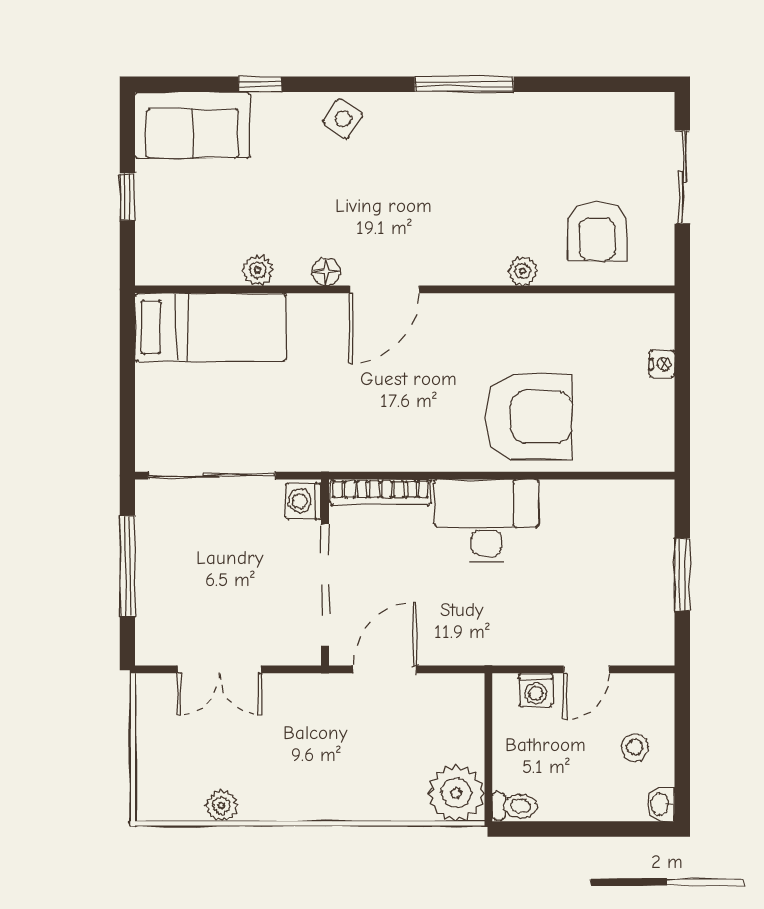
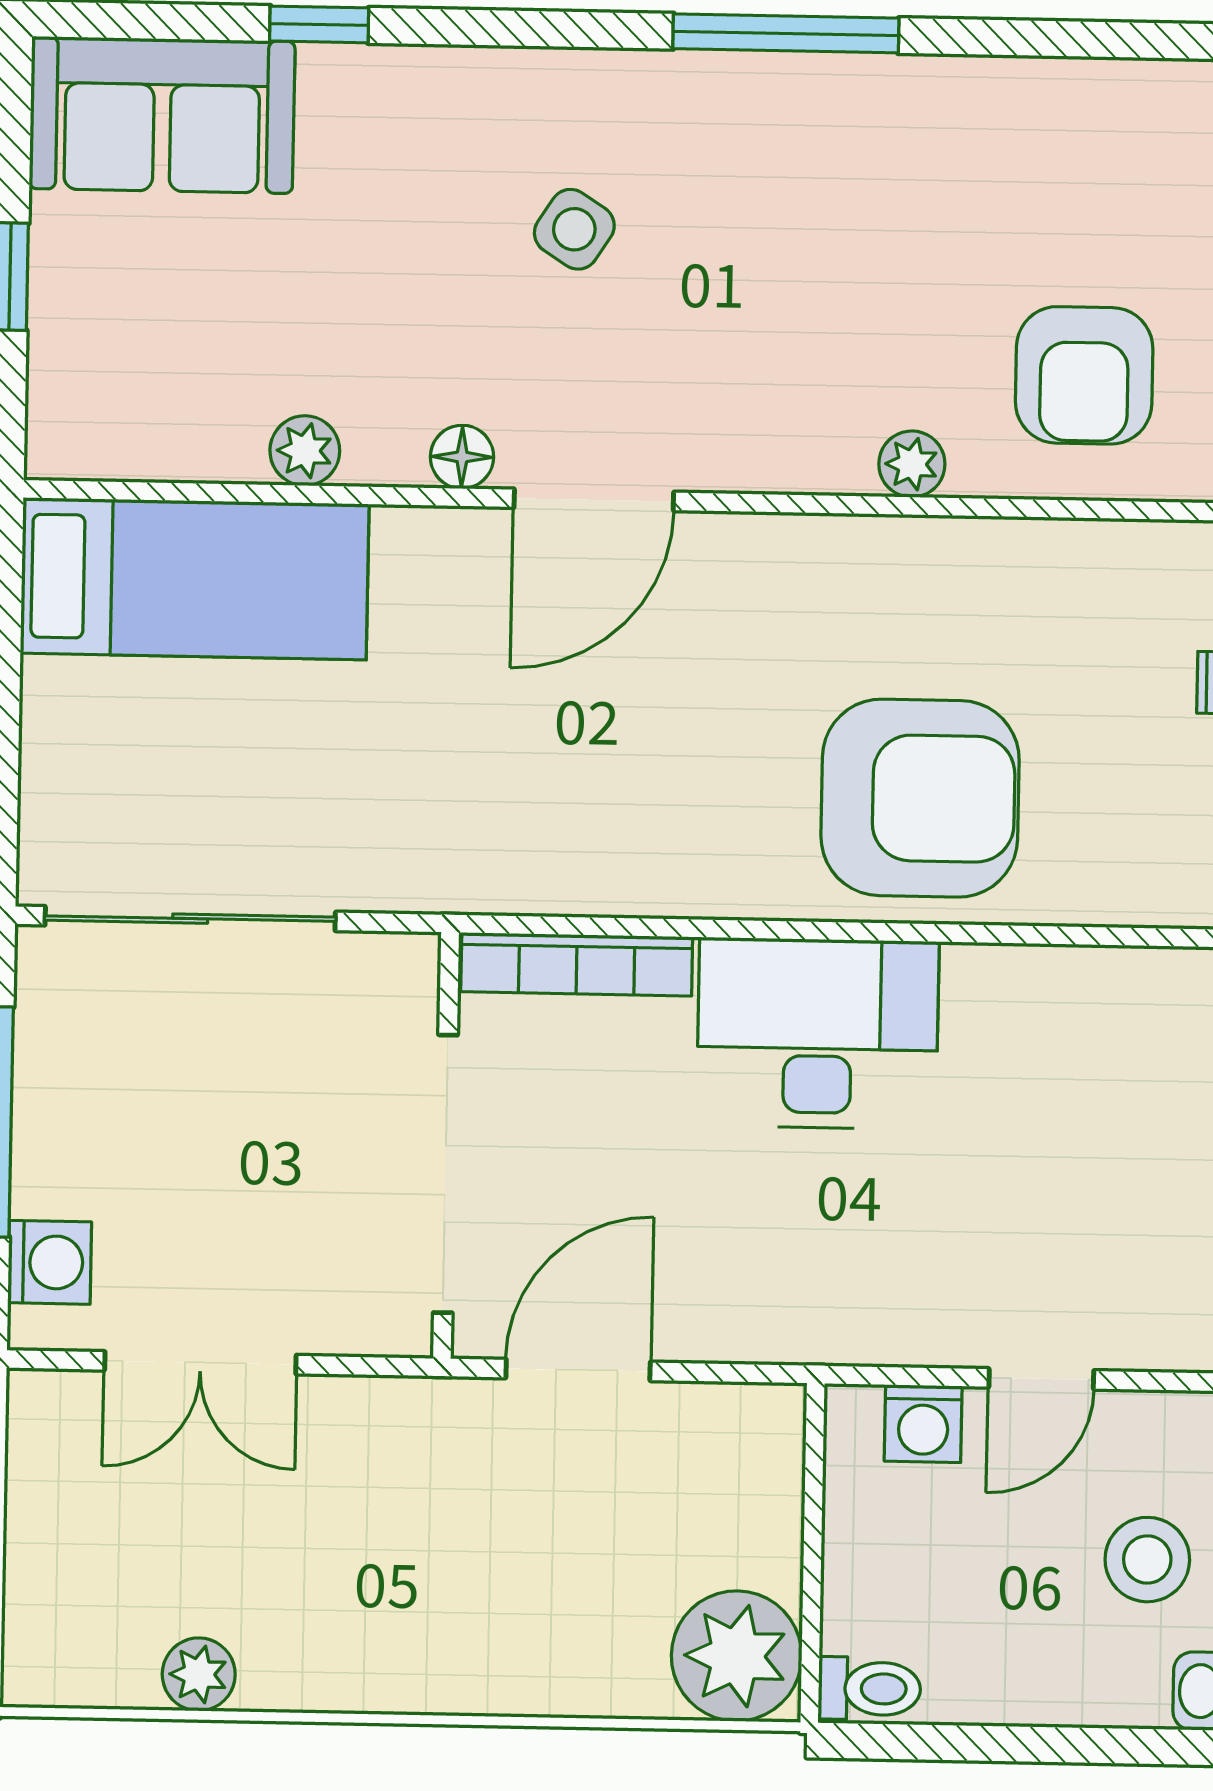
side table: (343, 119) -> (574, 229), moved
washing machine: (303, 501) -> (50, 1262), moved, turned 180
stool: (635, 747) -> (1147, 1560), width x1.37, depth x1.37

